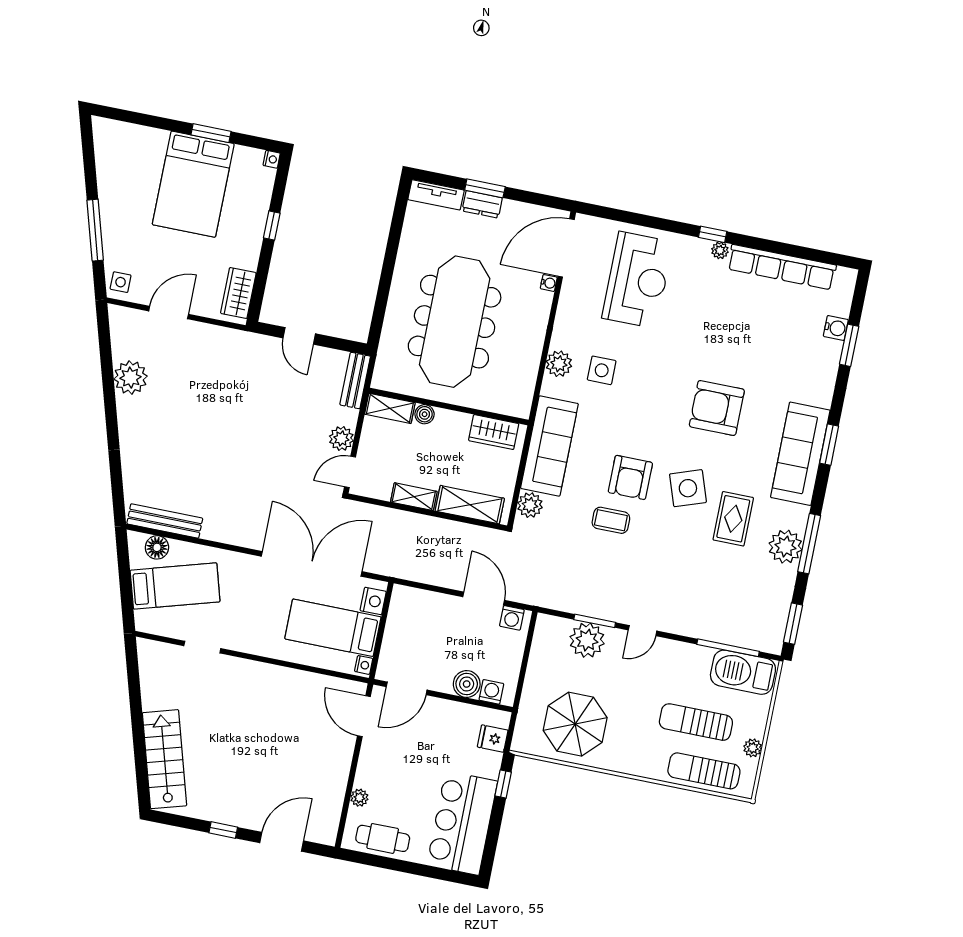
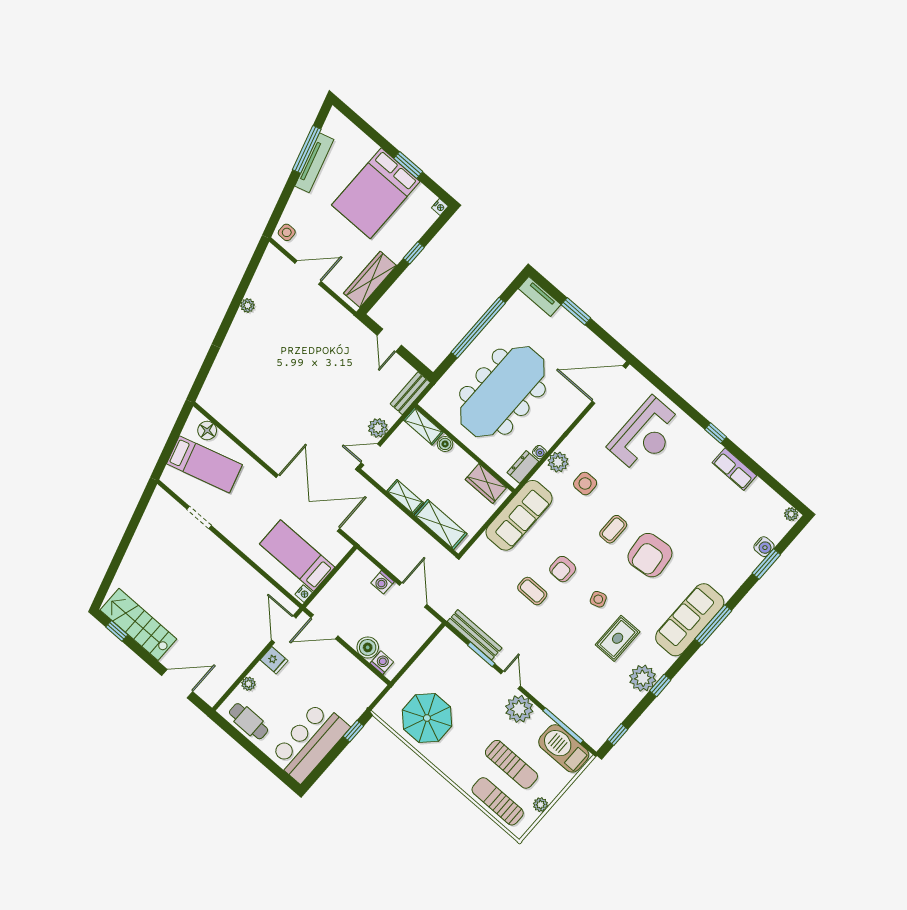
tv unit: (107, 189) -> (314, 163), added
dresser: (482, 204) -> (523, 467), moved, turned 90
window: (95, 230) -> (307, 149), moved
plant: (720, 250) -> (791, 514), moved
window: (388, 267) -> (478, 328), added
row of seats: (782, 267) -> (734, 469), width x0.50
water cooler: (549, 283) -> (539, 452), moved
wardrobe: (238, 293) -> (370, 279), width x1.50
plant: (131, 378) -> (248, 305), width x0.53, depth x0.53
coffee table: (661, 403) -> (613, 529), added
armchair: (717, 408) -> (650, 555), turned -96
window: (829, 445) -> (713, 625), width x1.44
armchair: (630, 477) -> (563, 569), width x0.72, depth x0.72
side table: (688, 488) -> (598, 599), width x0.54, depth x0.54
plant: (530, 505) -> (482, 549), removed
bench: (165, 521) -> (475, 635), moved
window: (809, 544) -> (660, 685), width x0.46
nightstand: (373, 601) -> (336, 553), removed
washing machine: (512, 618) -> (383, 582), moved
window: (793, 624) -> (618, 735), width x0.67
door: (643, 631) -> (511, 680), swing flipped
plant: (587, 640) -> (519, 709), moved
sun lounger: (696, 722) -> (511, 764), turned 180
fridge: (493, 739) -> (274, 660), moved, turned 180
stairs: (165, 759) -> (138, 624), moved, turned -74
window: (223, 830) -> (117, 631), moved

